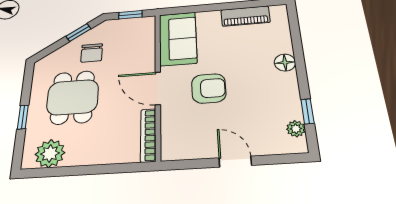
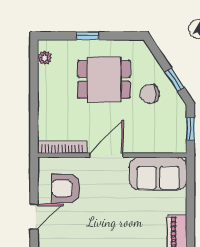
armchair: (209, 88) -> (66, 188), moved, turned 90
plant: (50, 154) -> (45, 58), width x0.53, depth x0.53

